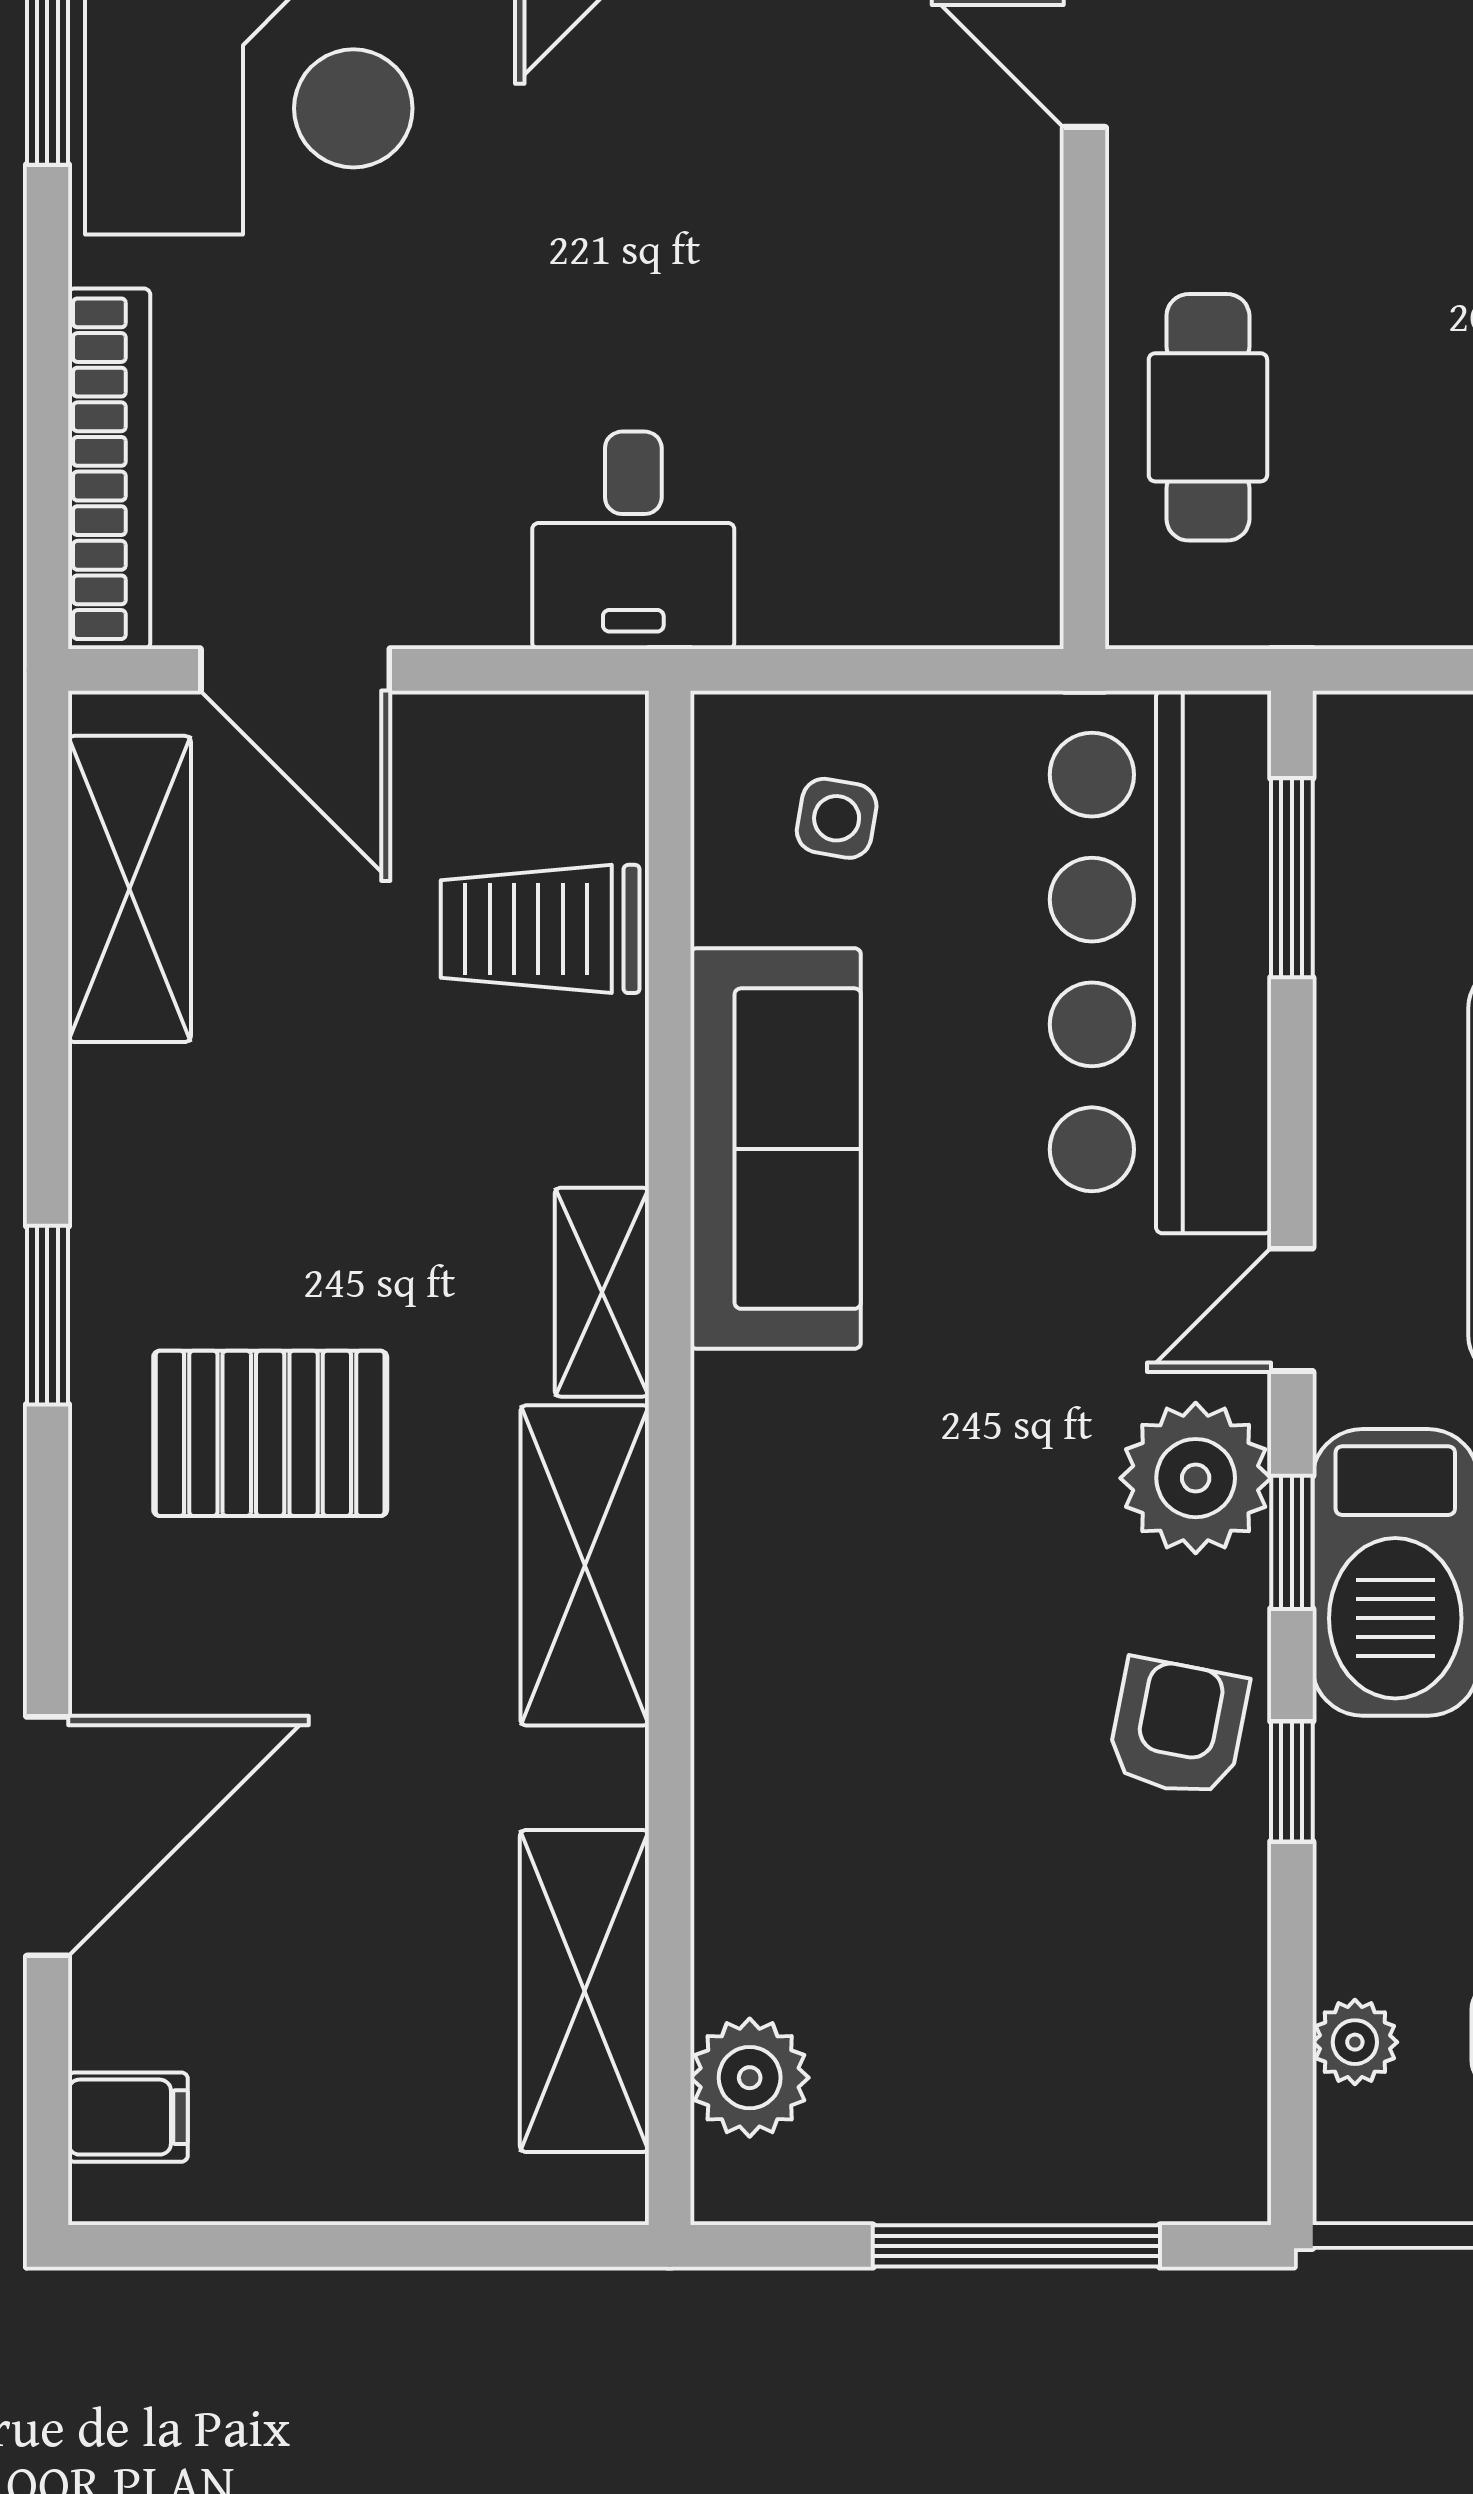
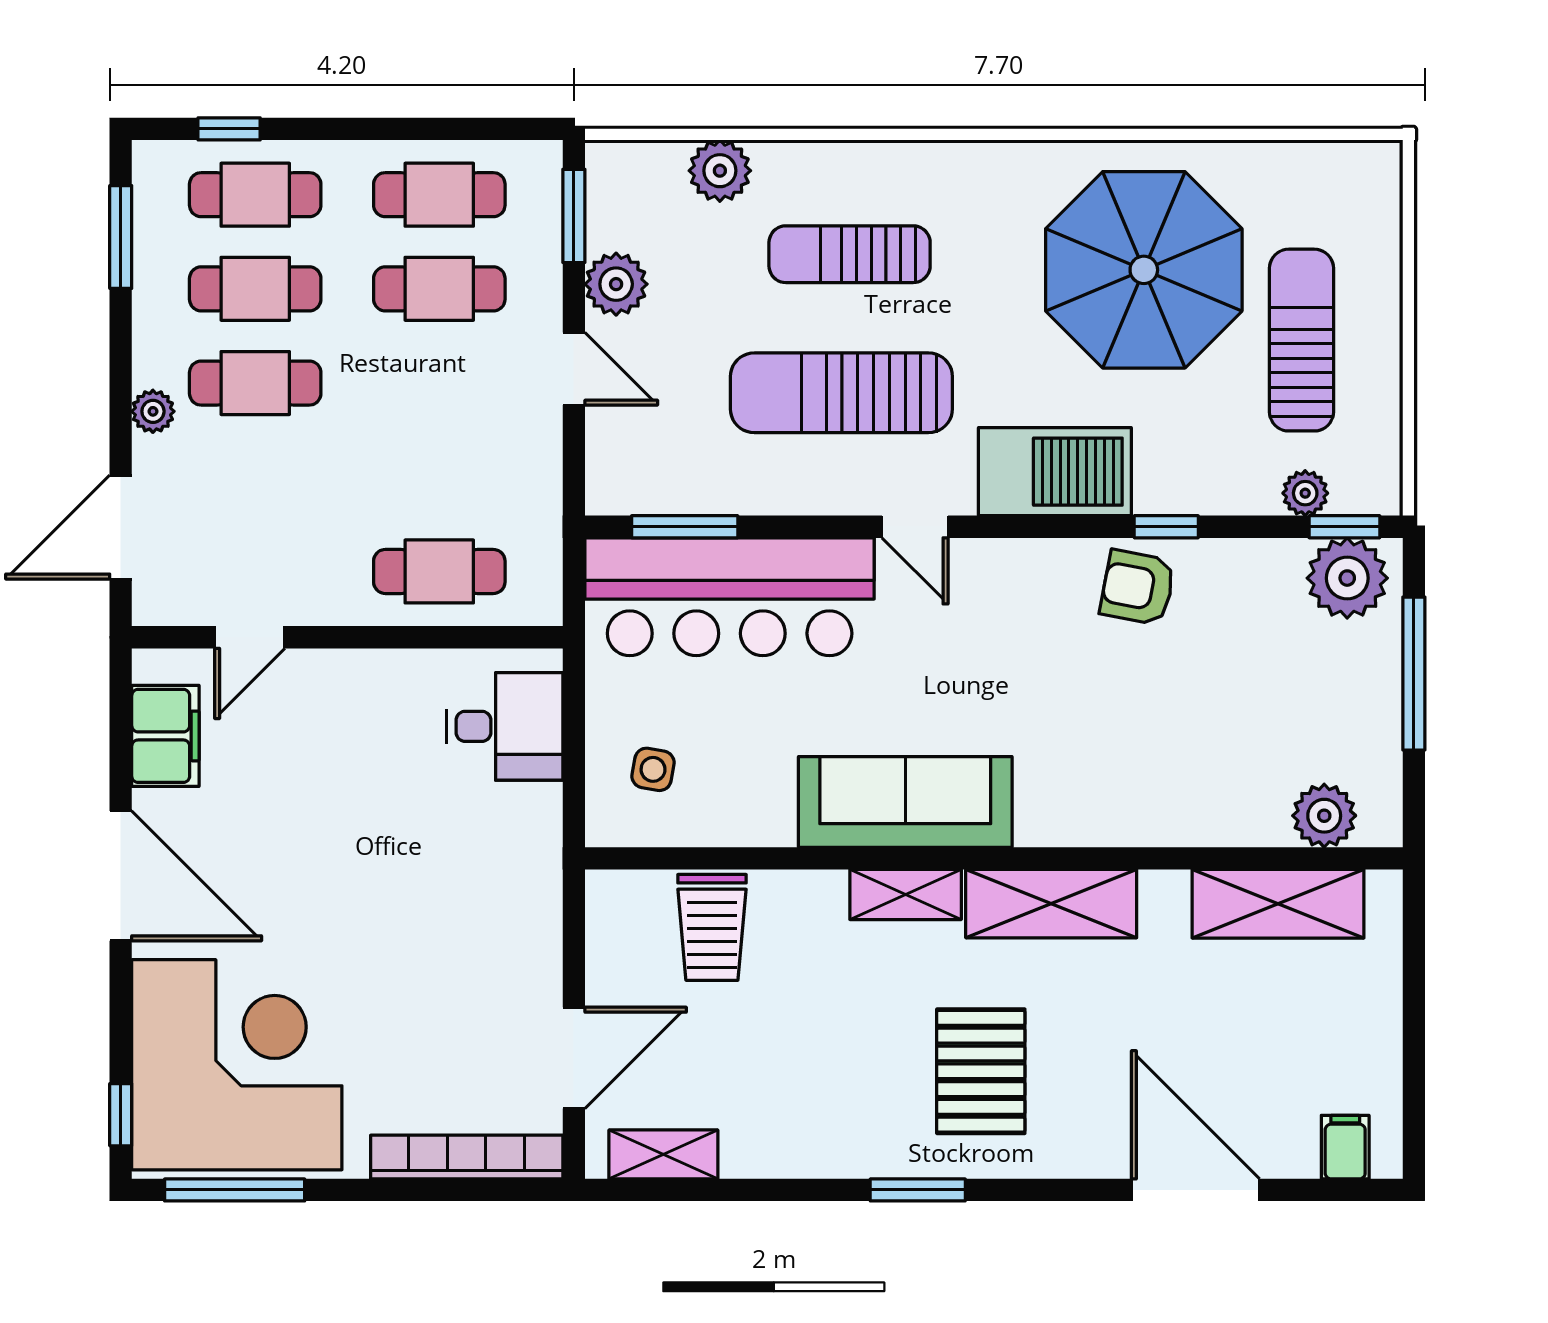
desk: (633, 540) -> (505, 726), moved
shelving: (130, 889) -> (663, 1154), width x0.67, depth x0.75
sofa: (776, 1149) -> (905, 802), moved
plant: (1196, 1478) -> (1347, 578), moved
window: (1292, 1542) -> (1344, 527), moved

